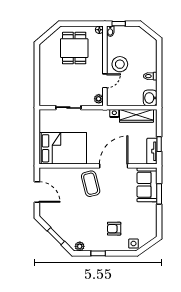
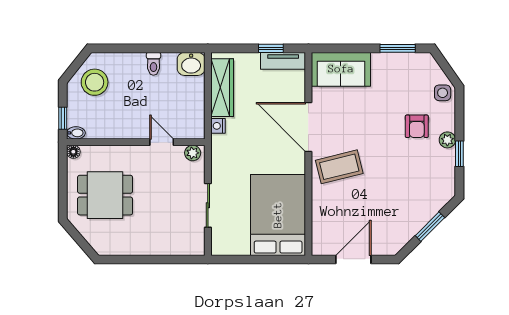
stool: (120, 64) -> (95, 82), moved
window: (159, 194) -> (398, 48), moved
plant: (80, 246) -> (447, 140), moved

